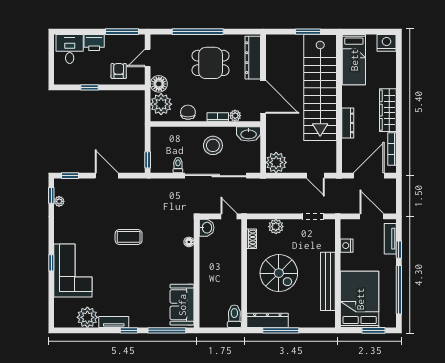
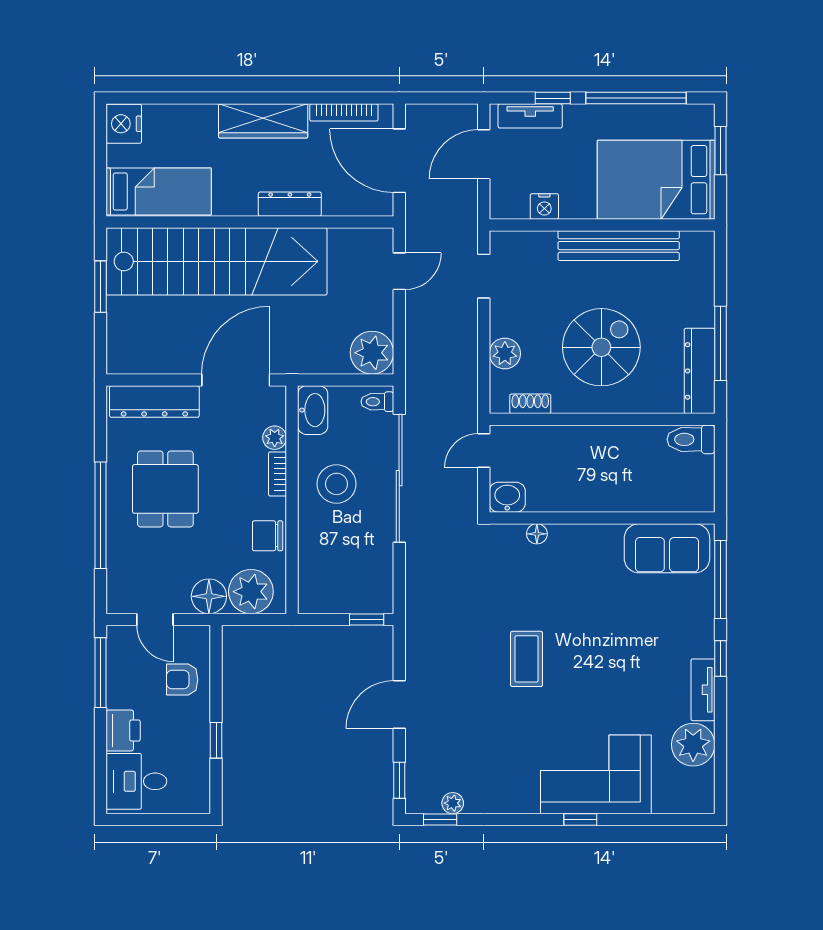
toilet: (178, 165) -> (377, 402), moved

